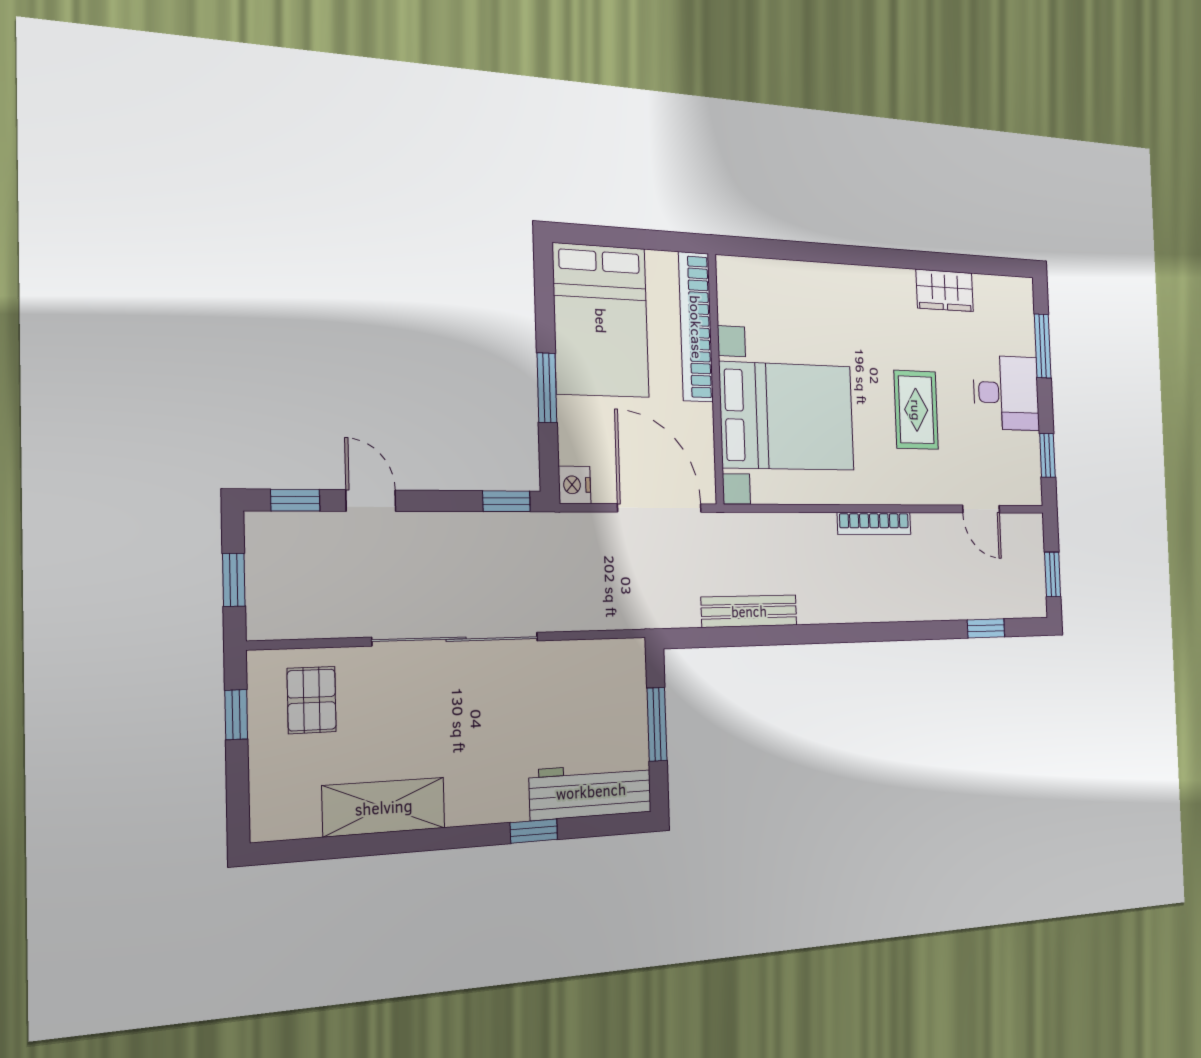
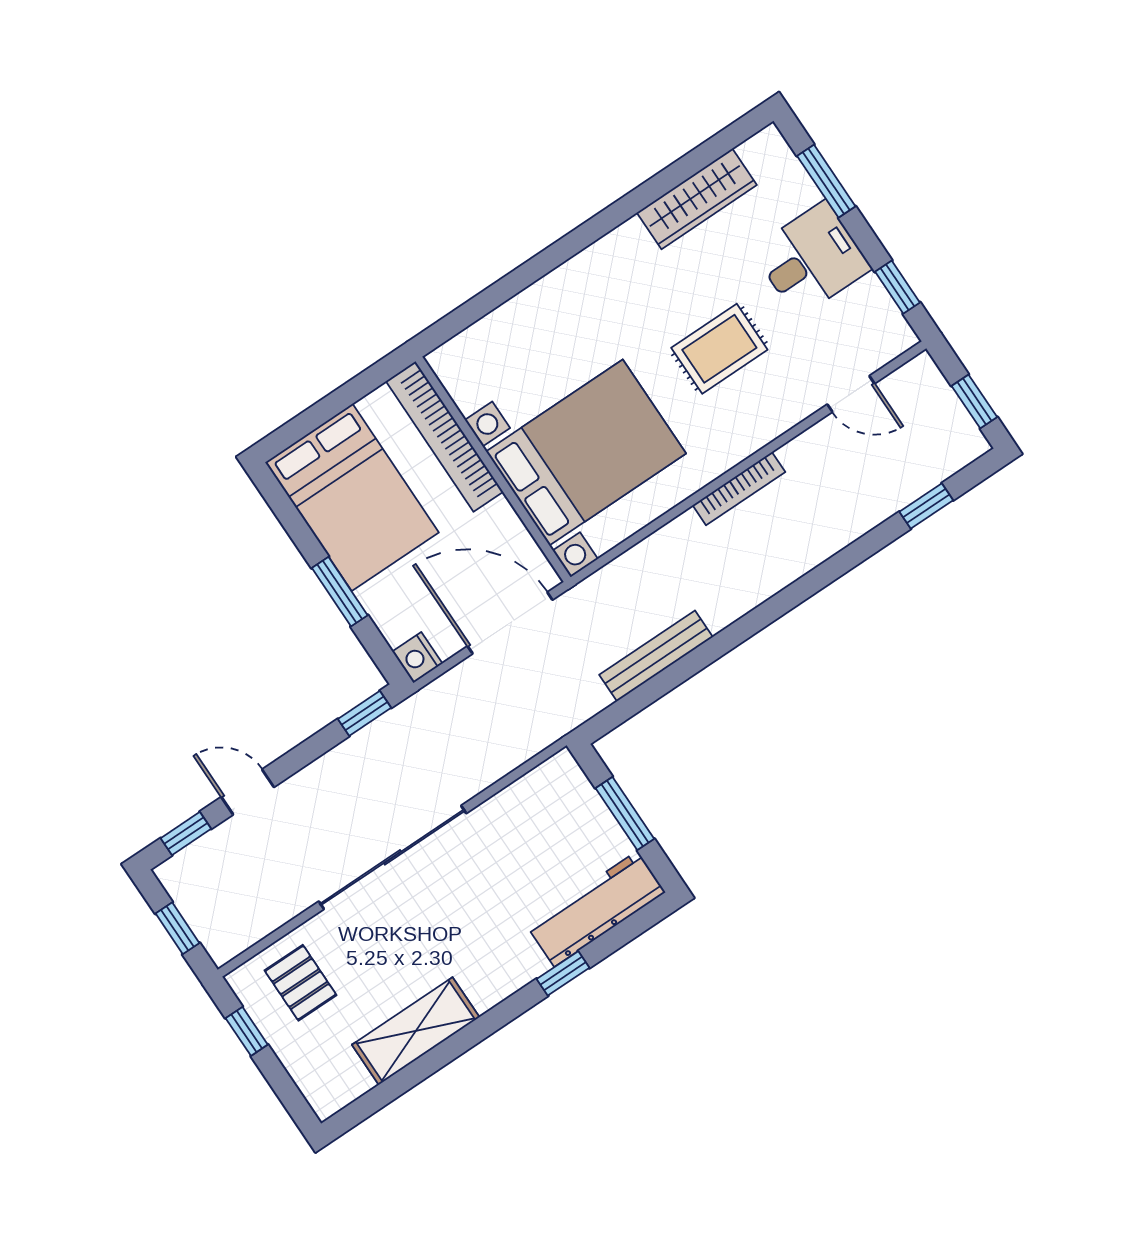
wardrobe: (945, 290) -> (697, 199), width x1.50
rug: (916, 410) -> (719, 349), turned 90

